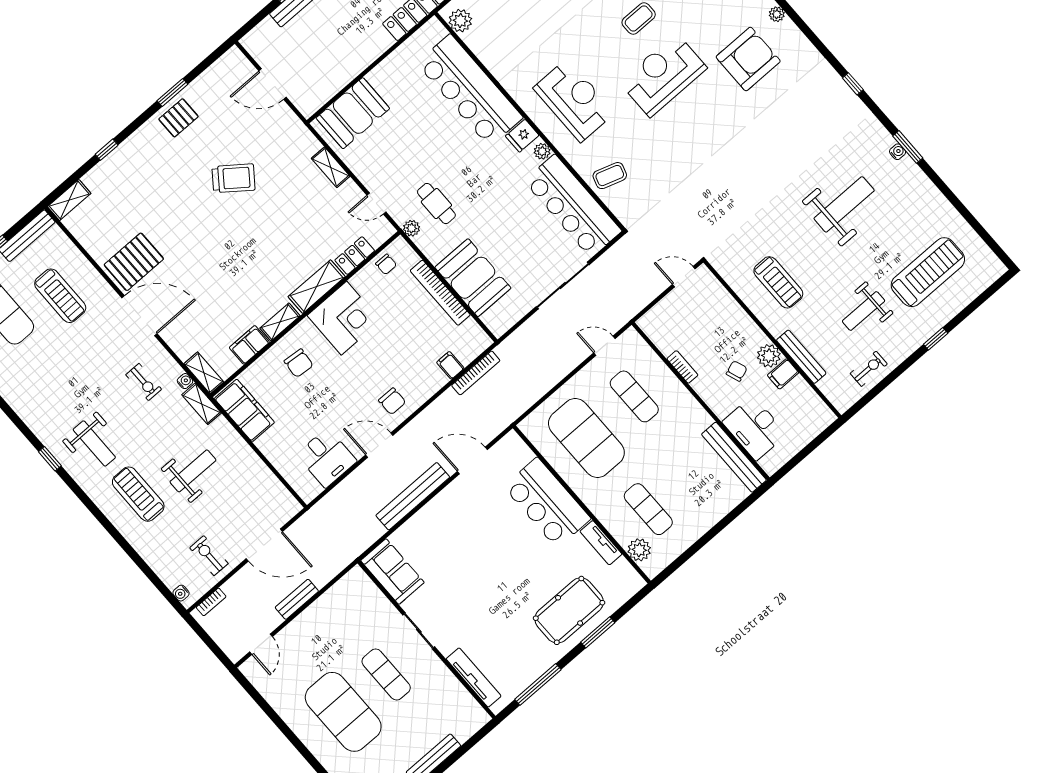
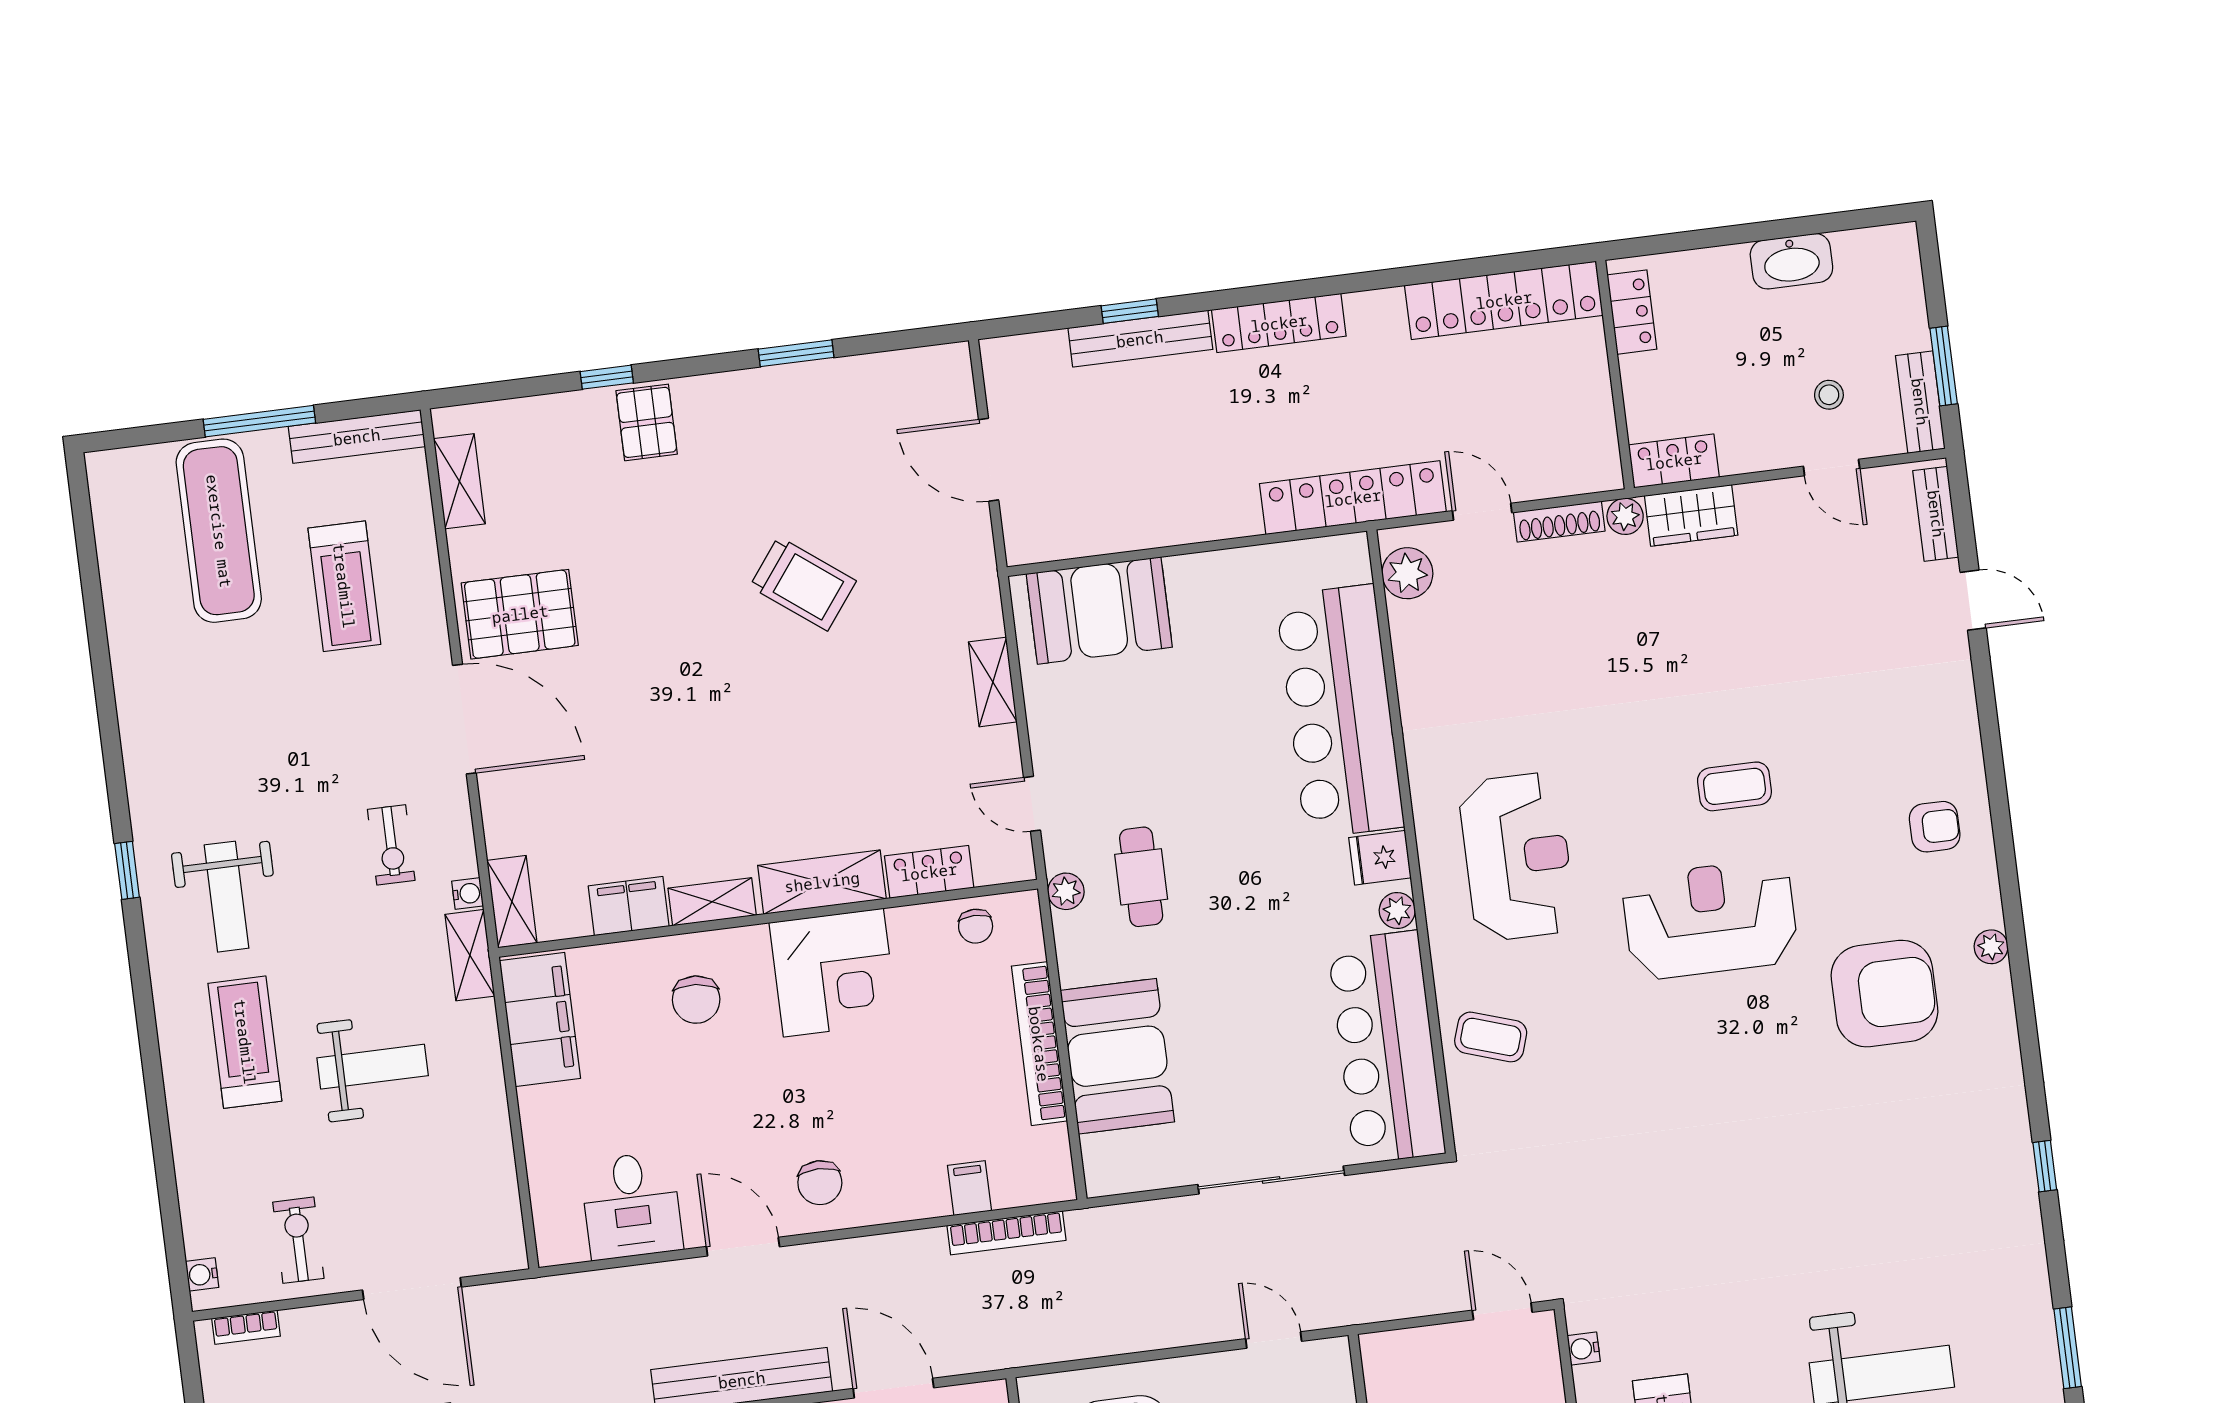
pallet: (178, 118) -> (647, 422), moved, turned 90
water cooler: (898, 152) -> (1584, 1349), moved, turned 180
shelving: (69, 200) -> (459, 481), moved, turned 90

